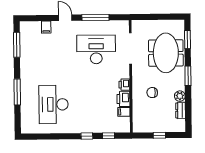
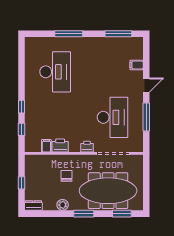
meeting table: (166, 53) -> (108, 191), width x1.36
printer: (124, 85) -> (87, 147), moved
desk: (54, 104) -> (55, 72), turned 90
dresser: (181, 110) -> (33, 206), moved

